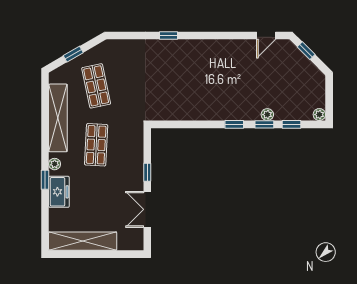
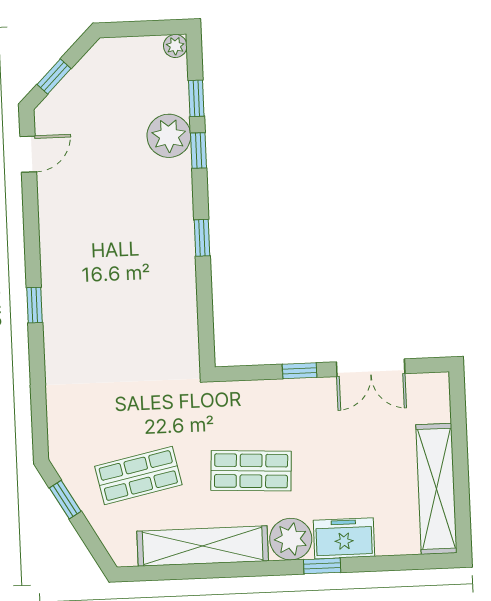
window: (168, 35) -> (35, 305), moved
door: (266, 35) -> (28, 154), hinge flipped
window: (73, 54) -> (65, 500), moved
plant: (267, 115) -> (169, 136), width x1.87, depth x1.87
window: (234, 124) -> (202, 238), moved
plant: (55, 164) -> (291, 539), width x1.87, depth x1.87

